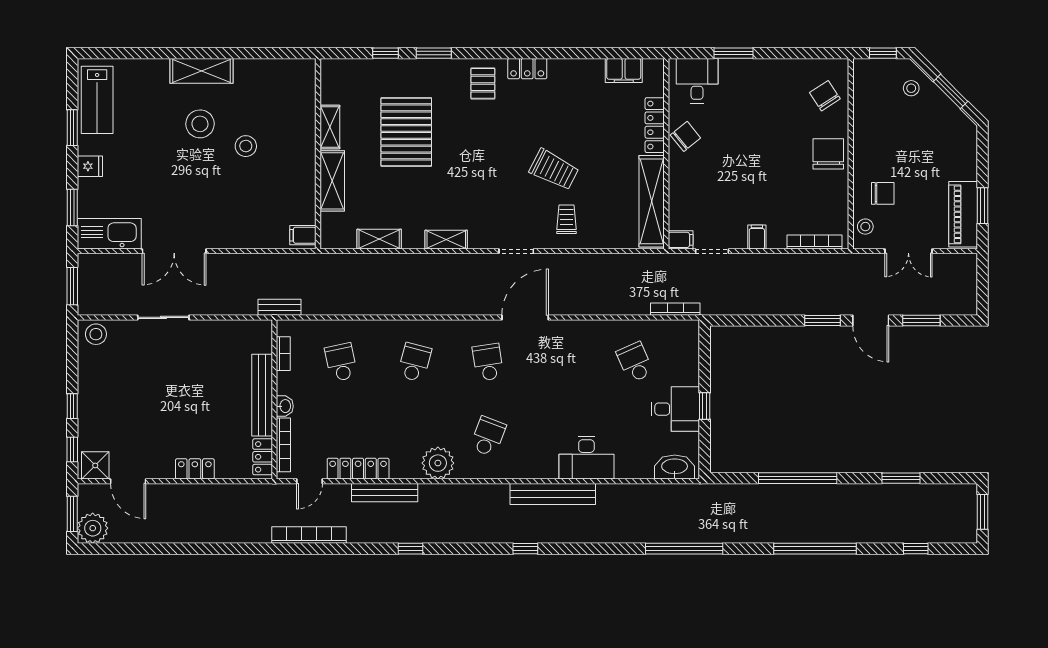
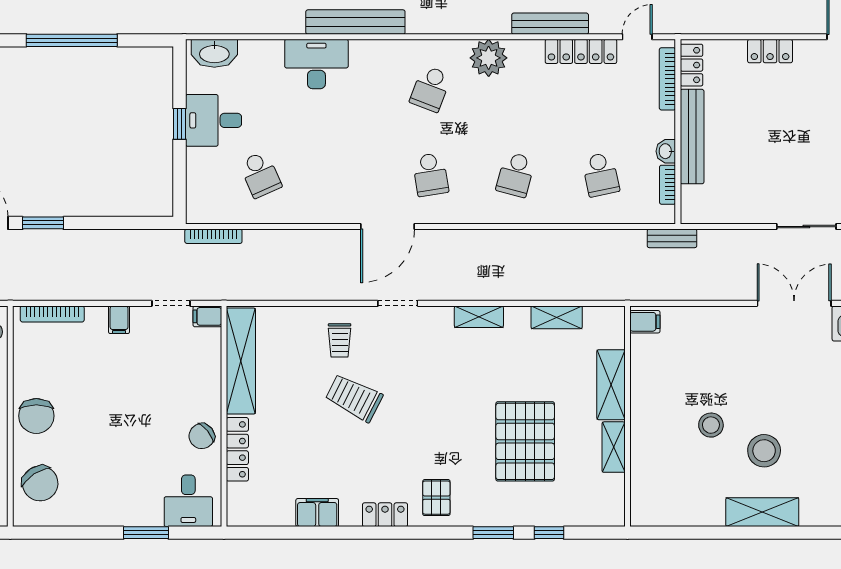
filing cabinet: (624, 70) -> (317, 513), moved
chair: (825, 96) -> (40, 483), width x1.37, depth x1.37
washbasin: (285, 406) -> (666, 151), moved

